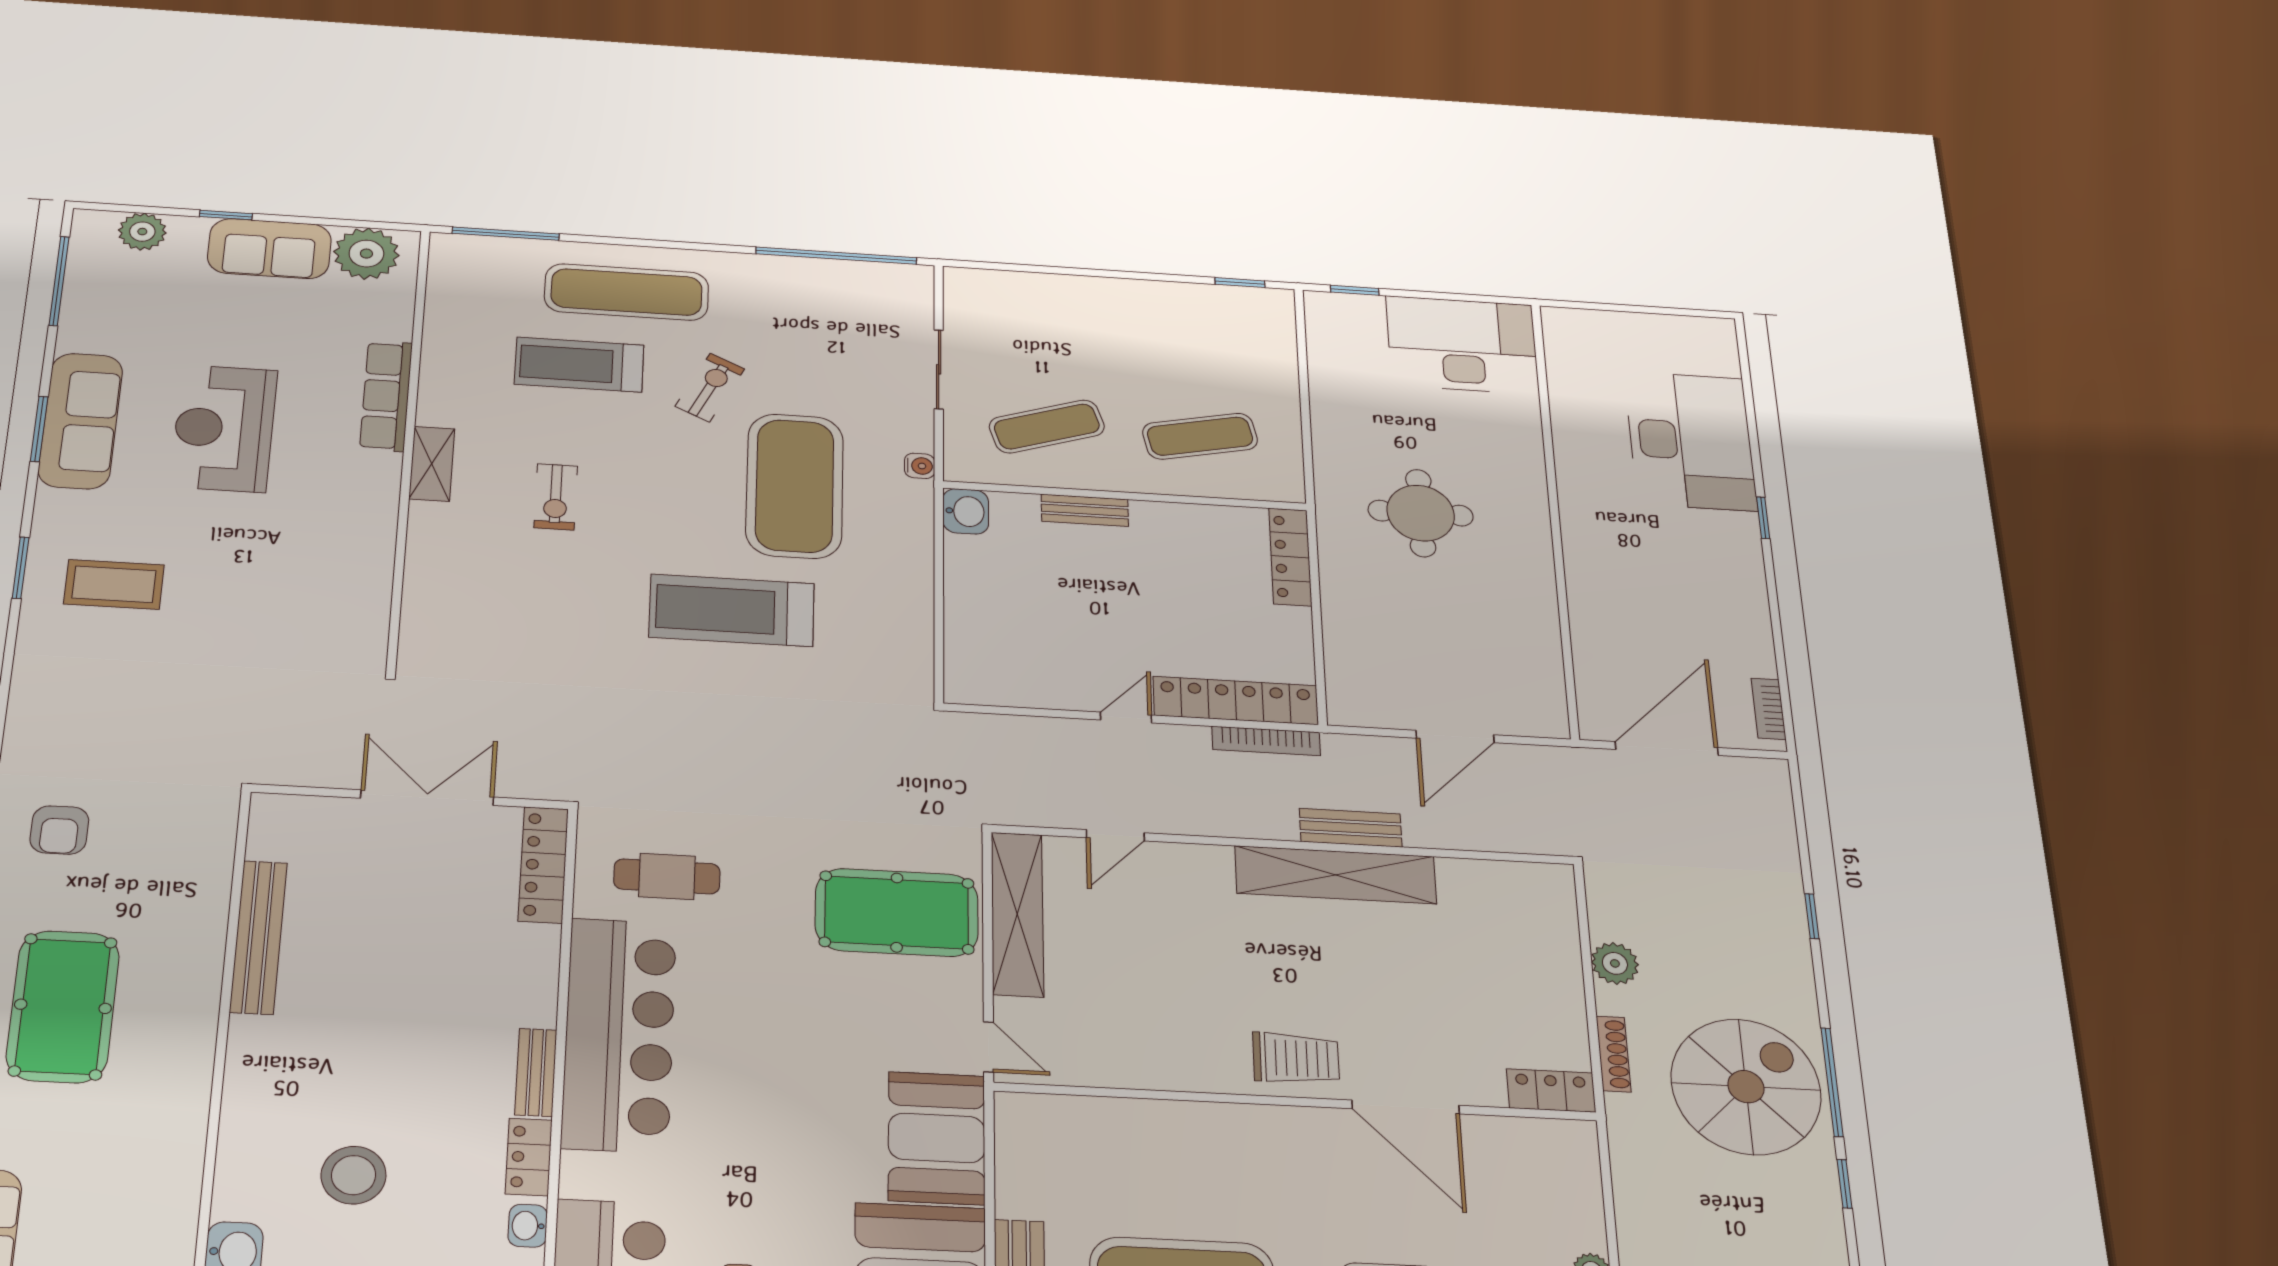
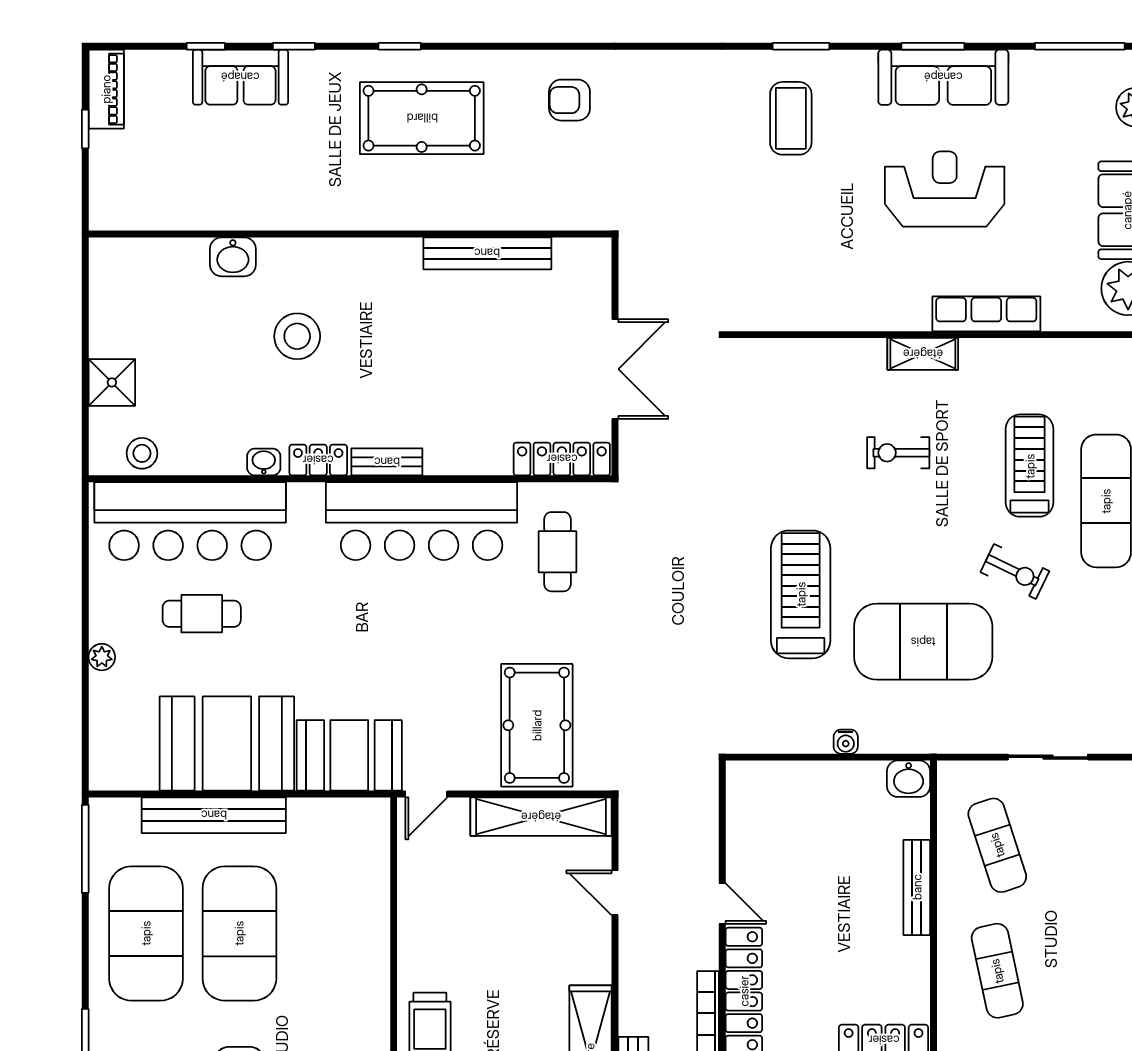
water cooler: (920, 466) -> (846, 742), moved
bench: (1085, 510) -> (917, 887), width x1.36

